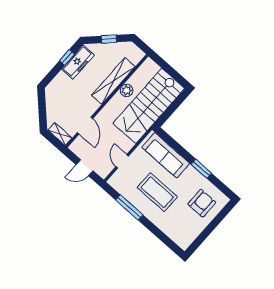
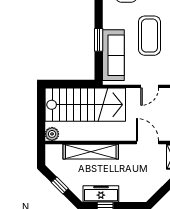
plant: (127, 90) -> (52, 134), moved
door: (85, 126) -> (148, 142), hinge flipped
window: (201, 169) -> (99, 40), moved

